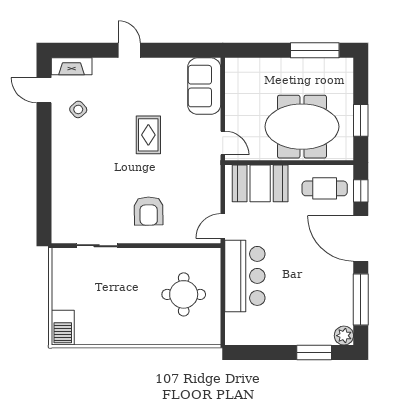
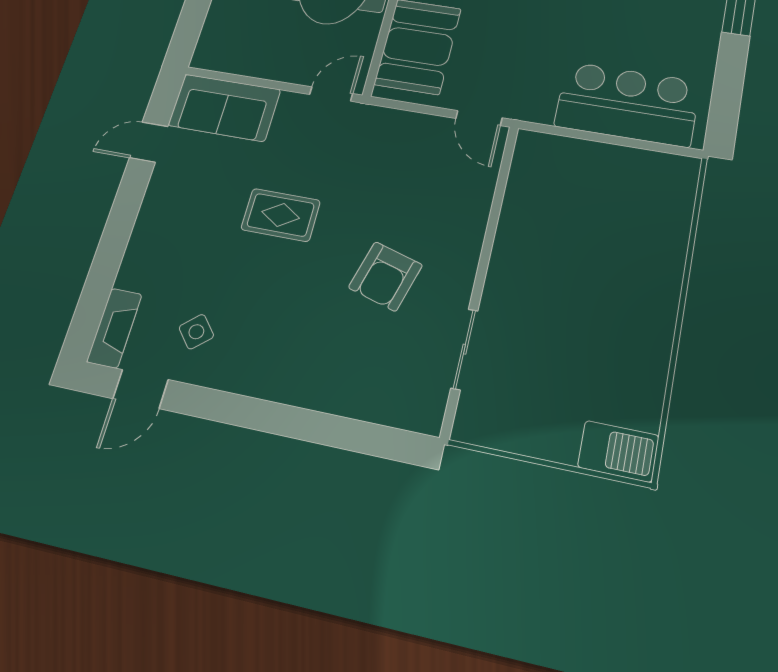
door: (129, 50) -> (149, 142), moved
armchair: (149, 211) -> (385, 276), moved, turned 107
bar counter: (245, 276) -> (627, 104), moved
round table: (184, 294) -> (593, 206), removed

